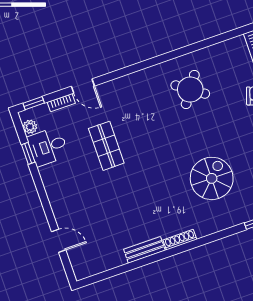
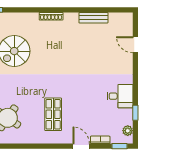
shop shelf: (106, 146) -> (53, 114), moved
desk: (48, 147) -> (120, 96), moved
bench: (144, 250) -> (93, 18), moved

